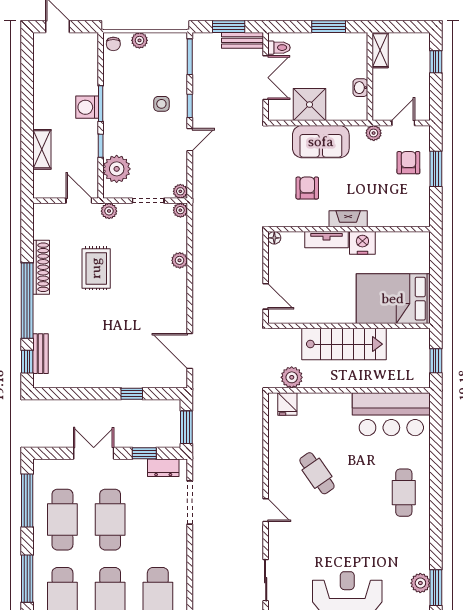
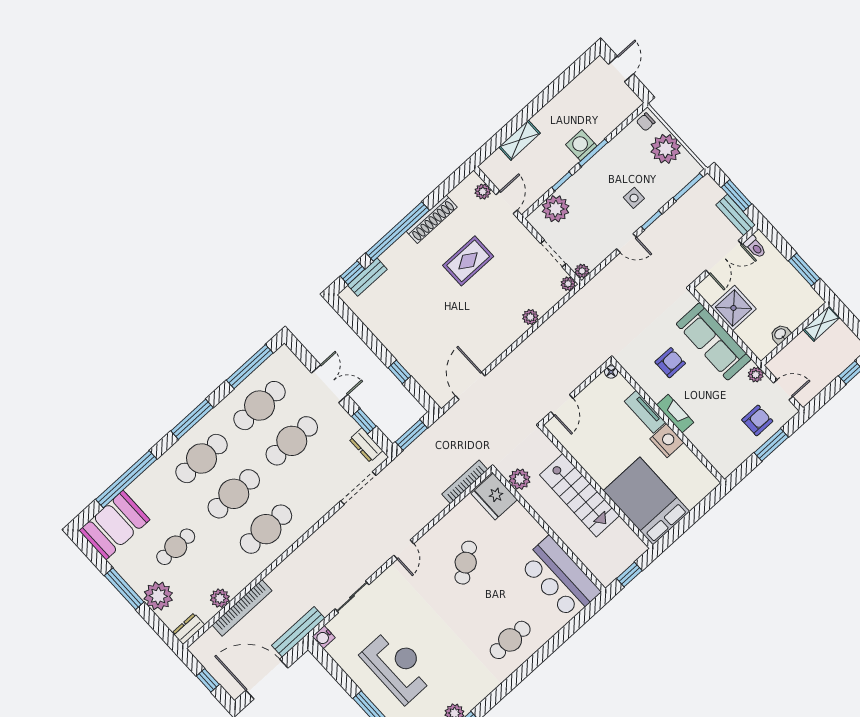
plant: (139, 40) -> (666, 149), width x1.87, depth x1.87
sofa: (321, 142) -> (714, 341), width x1.36
plant: (109, 211) -> (483, 192), moved
fridge: (287, 404) -> (494, 497), width x1.88, depth x1.34
bookcase: (257, 420) -> (465, 482), added

